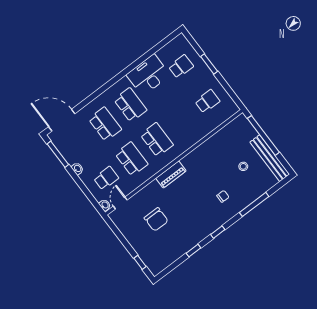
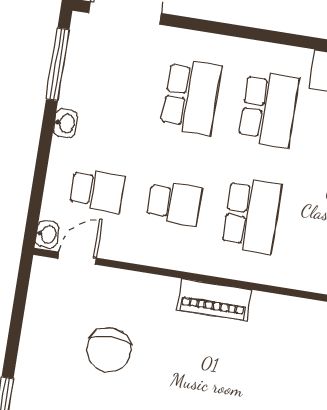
school desk: (131, 159) -> (174, 203), width x0.54

